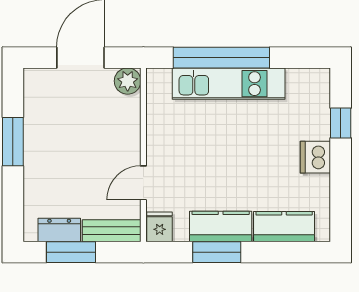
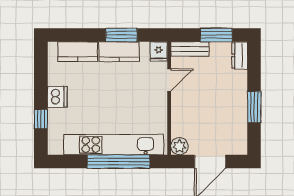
kitchen unit: (229, 84) -> (114, 145), width x1.36
dresser: (59, 230) -> (240, 55), moved, turned 90

